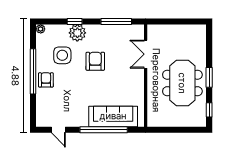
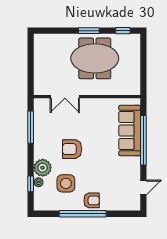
window: (75, 21) -> (31, 184), moved
plant: (41, 29) -> (38, 182), moved
armchair: (46, 80) -> (92, 200), turned 180

